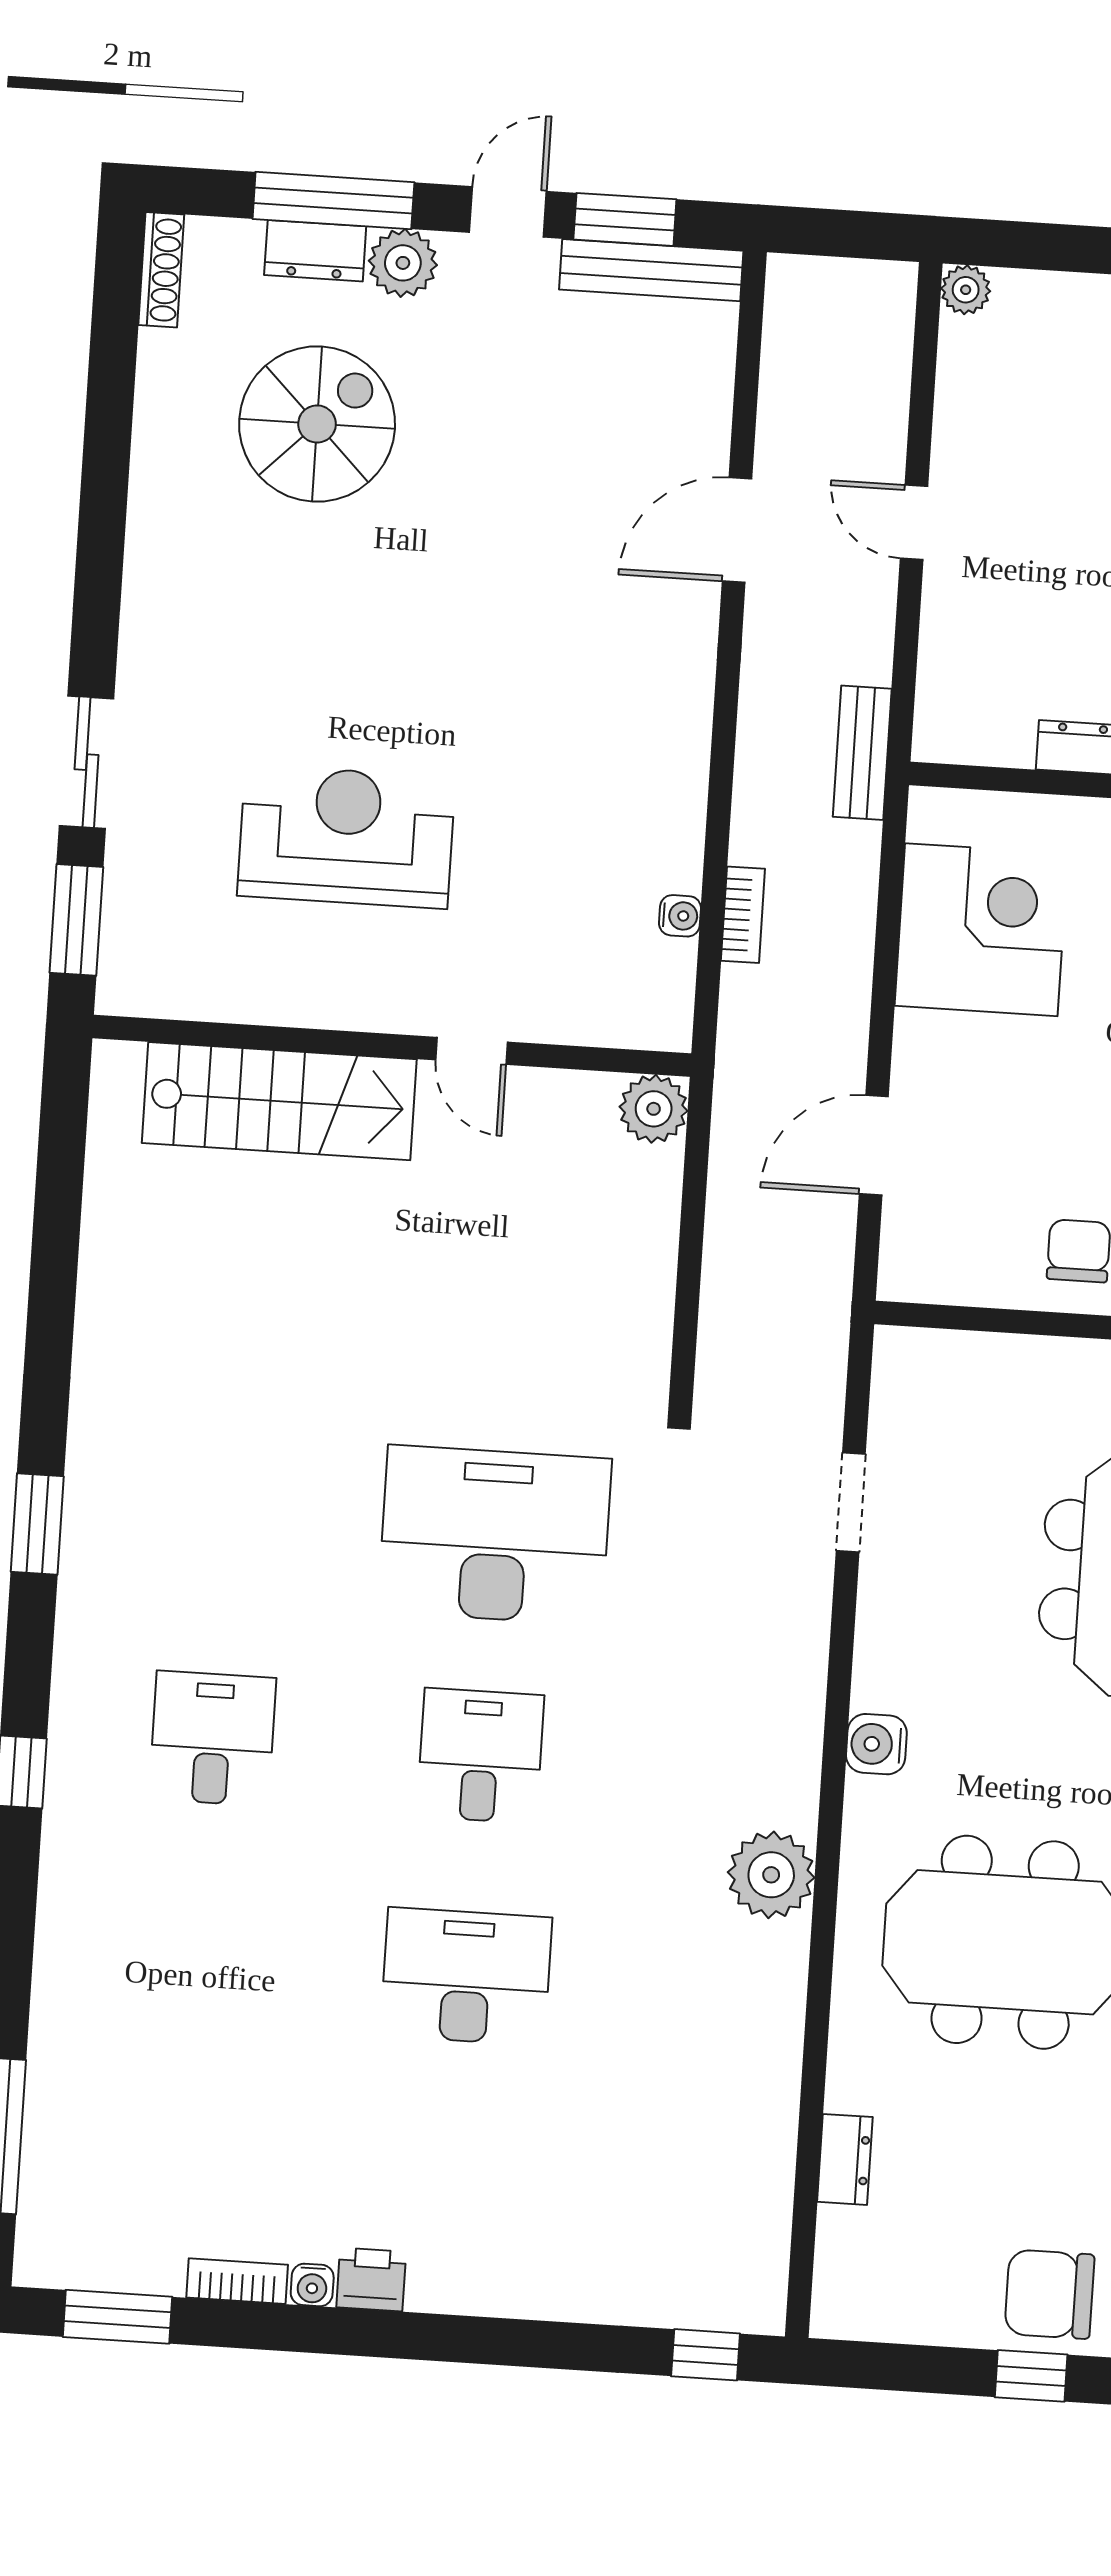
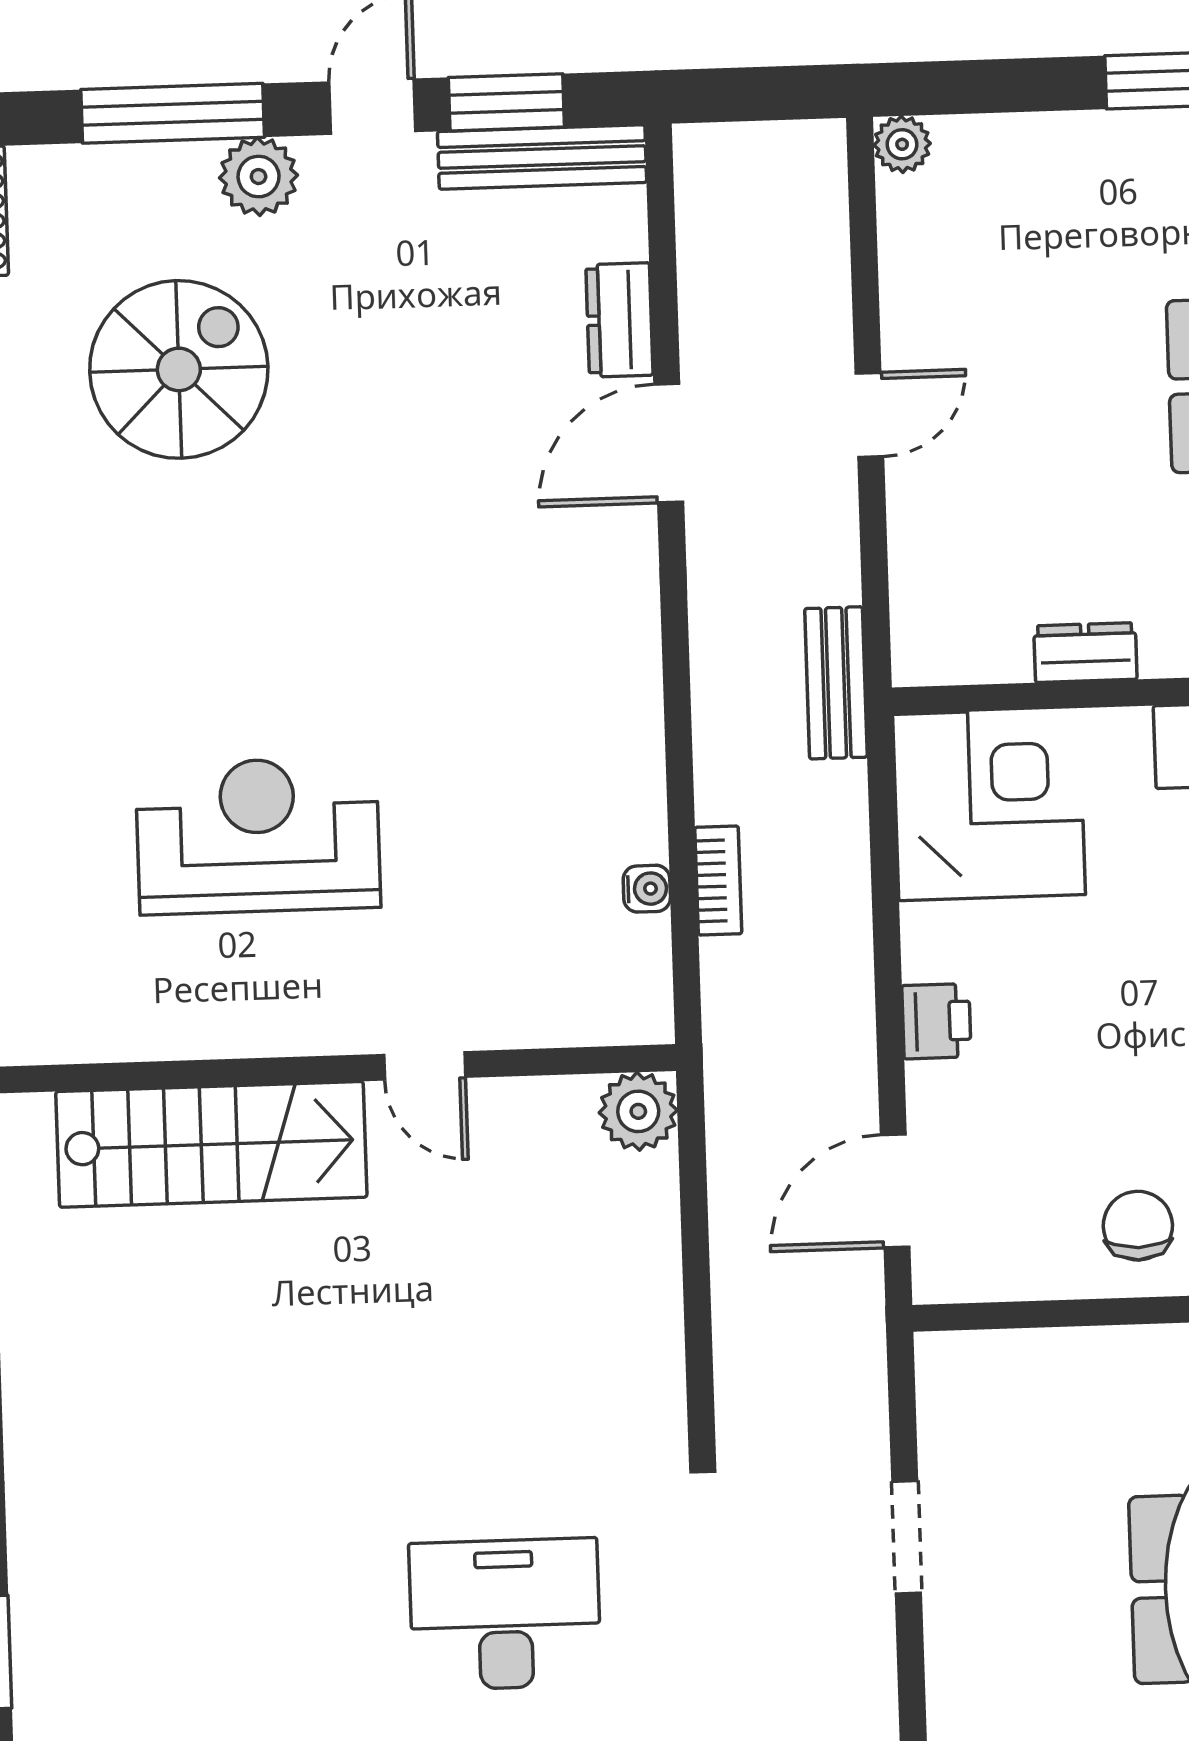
dresser: (315, 251) -> (619, 320), moved, turned 90
door: (914, 522) -> (869, 415), swing flipped
corner desk: (981, 930) -> (989, 804), moved
printer: (921, 1056) -> (936, 1021), added
door: (874, 1145) -> (895, 1191), moved
desk: (495, 1535) -> (505, 1614), width x0.73, depth x0.77

